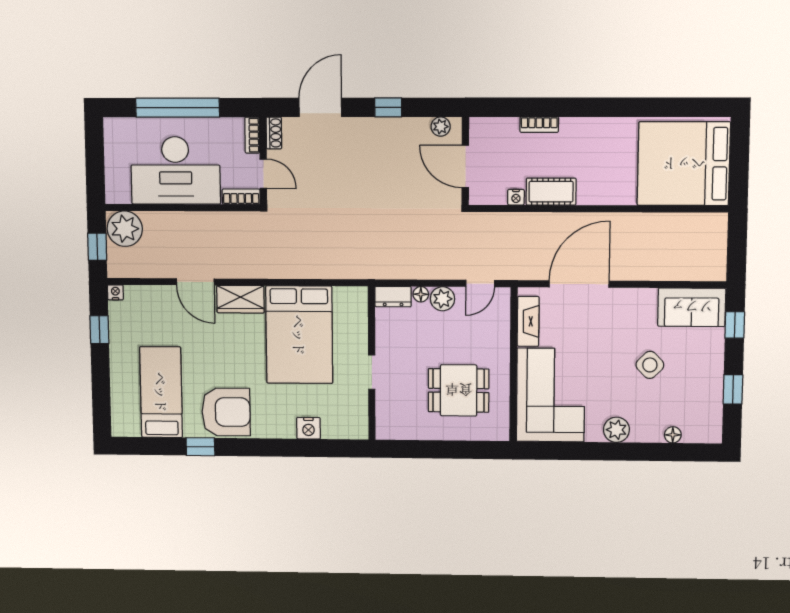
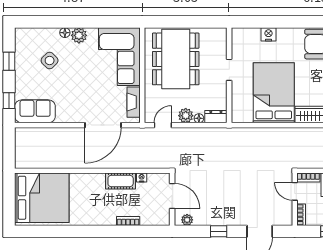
shoe rack: (274, 133) -> (288, 216), removed
side table: (650, 365) -> (50, 60), moved
dining table: (459, 390) -> (176, 59), width x1.88, depth x1.24
floor lamp: (673, 435) -> (65, 33), moved

